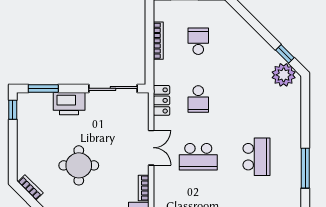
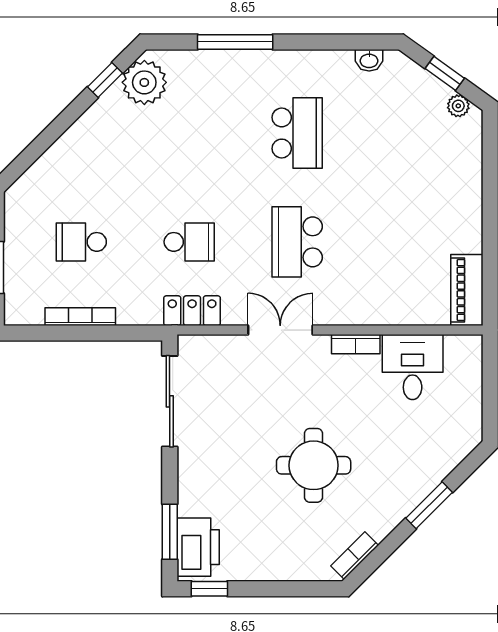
printer: (69, 104) -> (198, 547), moved
school desk: (198, 157) -> (297, 242), turned 180
school desk: (257, 157) -> (297, 133), turned 90
window: (305, 168) -> (235, 42), moved
washbasin: (295, 195) -> (369, 60), added

